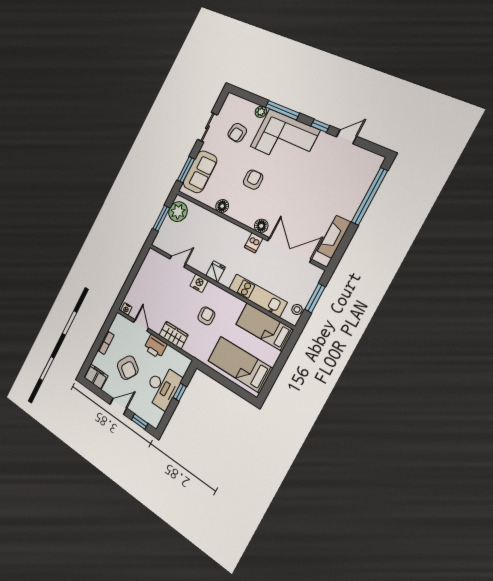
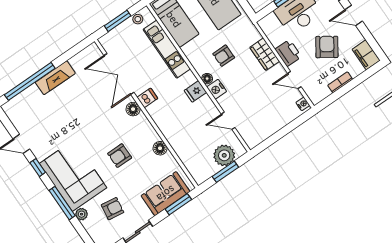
plant: (178, 212) -> (224, 155), moved
fireplace: (334, 237) -> (55, 78), moved
floor lamp: (211, 288) -> (207, 79), added
door: (141, 325) -> (294, 80), hinge flipped

